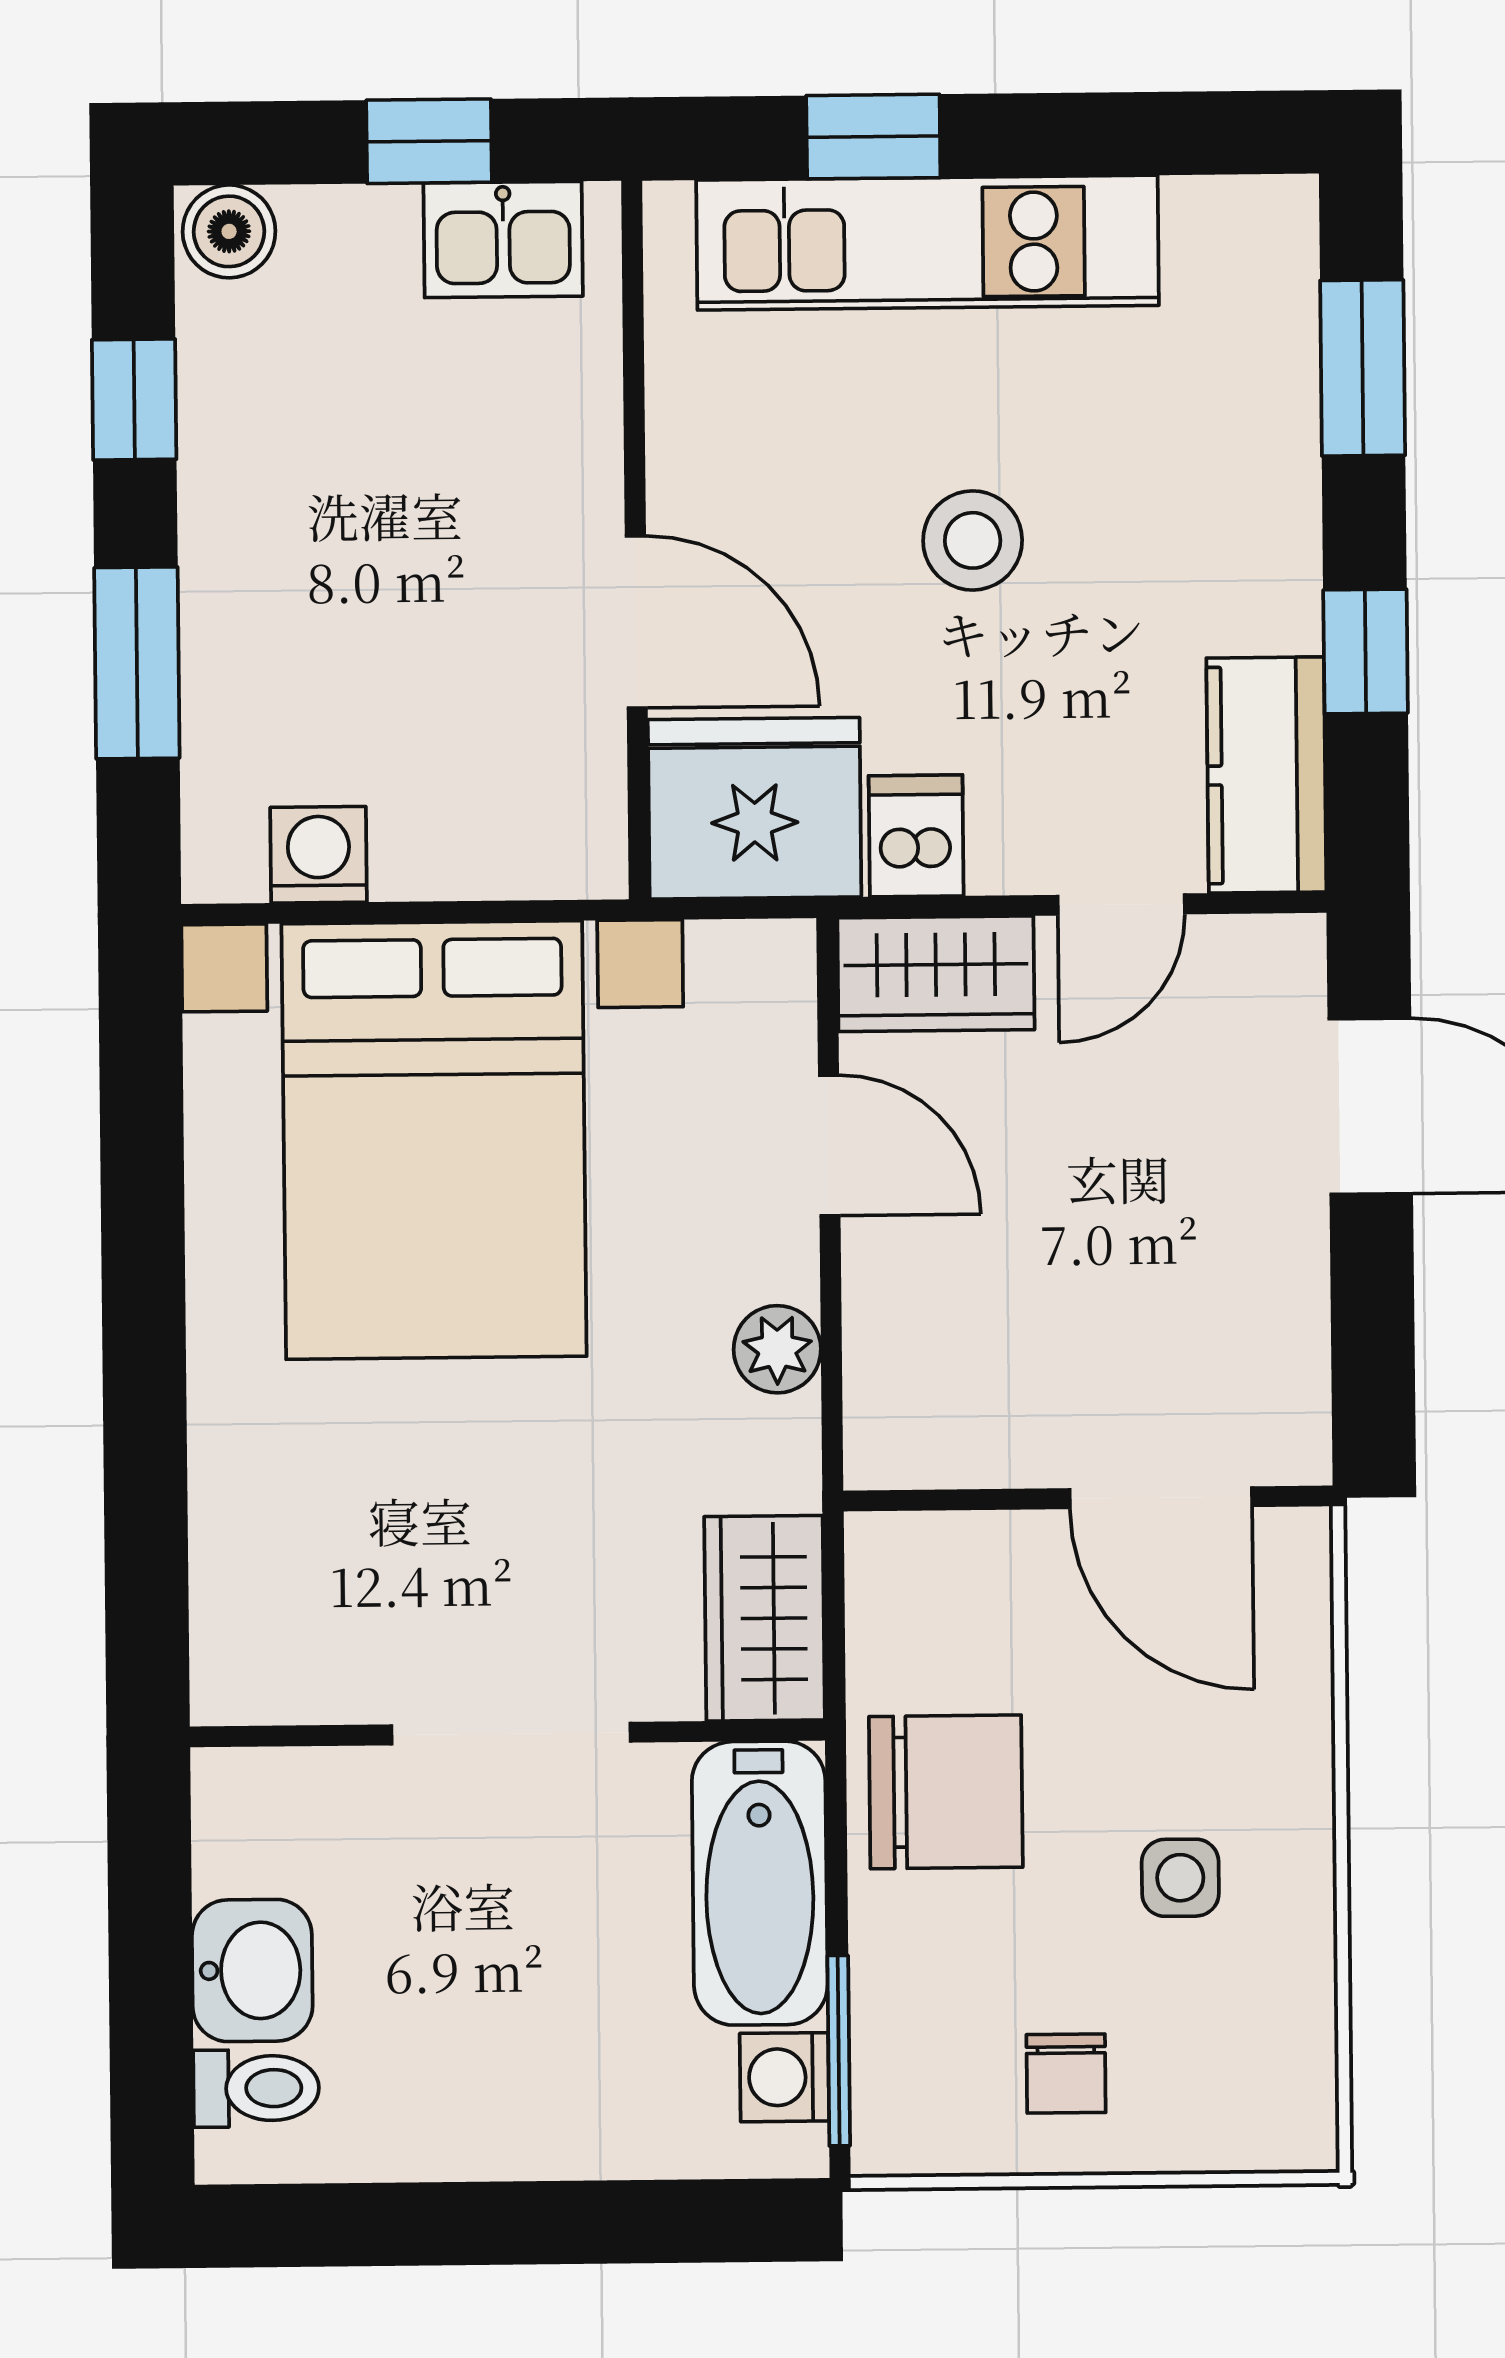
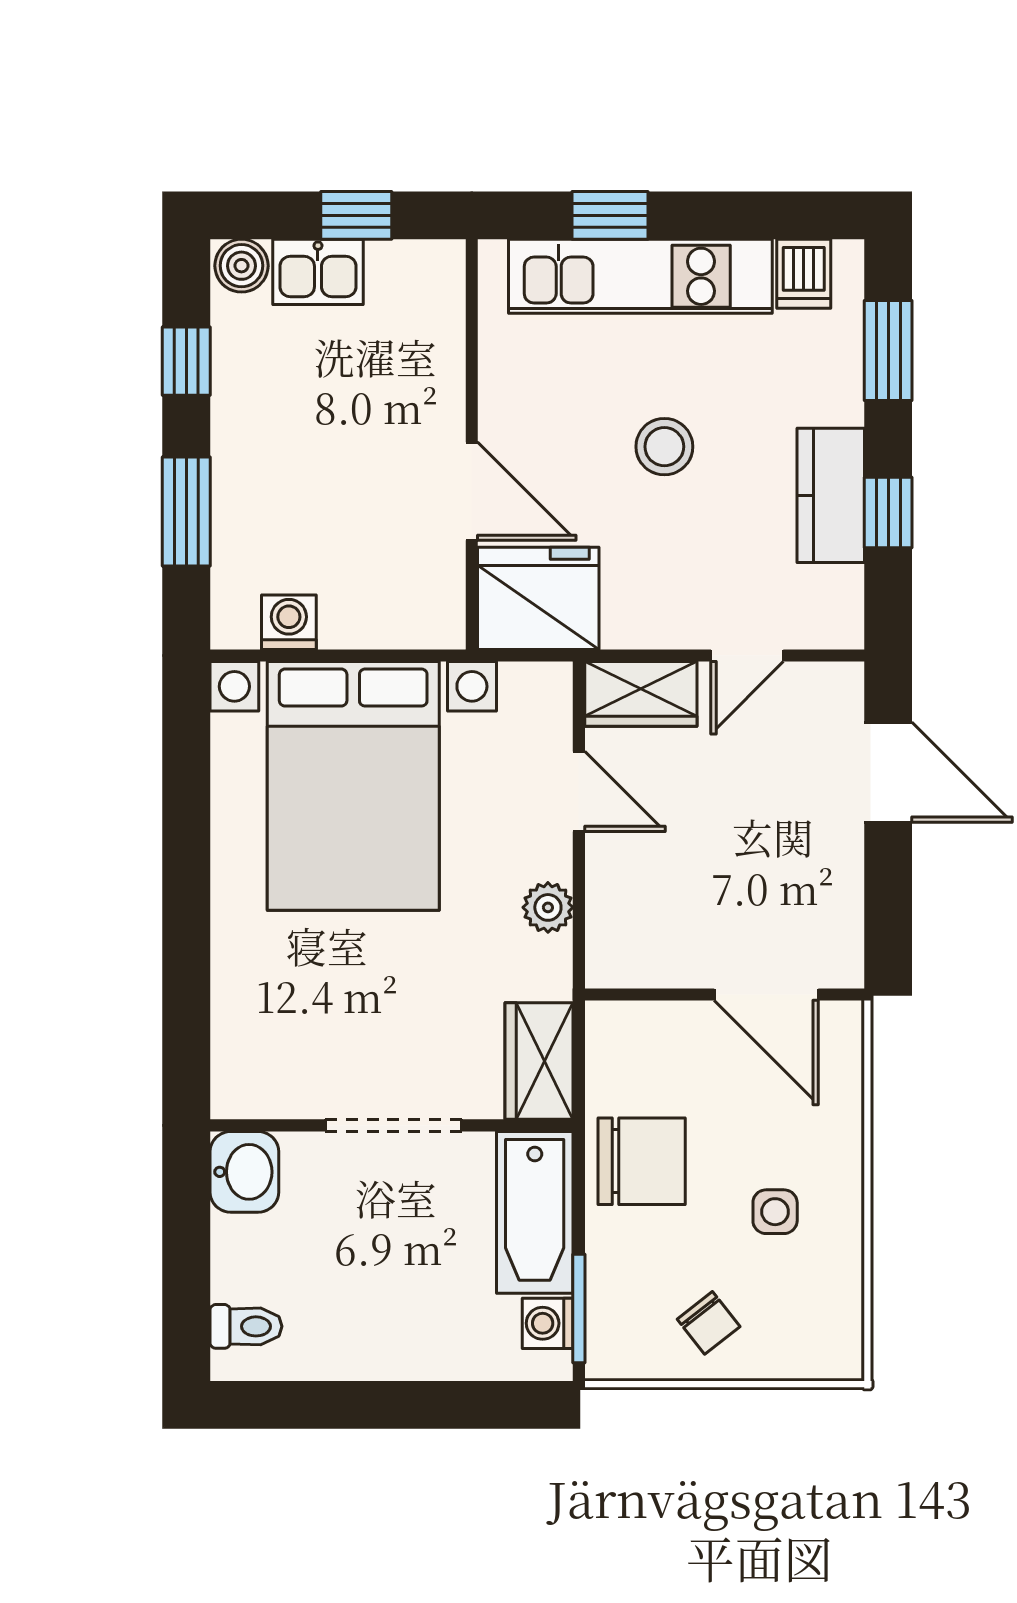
kitchen sink: (503, 239) -> (318, 272), moved
kitchen counter: (1266, 775) -> (831, 495), moved
dishwasher: (916, 836) -> (804, 274), moved, turned 180
washbasin: (252, 1970) -> (244, 1172), moved
chair: (1066, 2074) -> (709, 1323), turned -38

